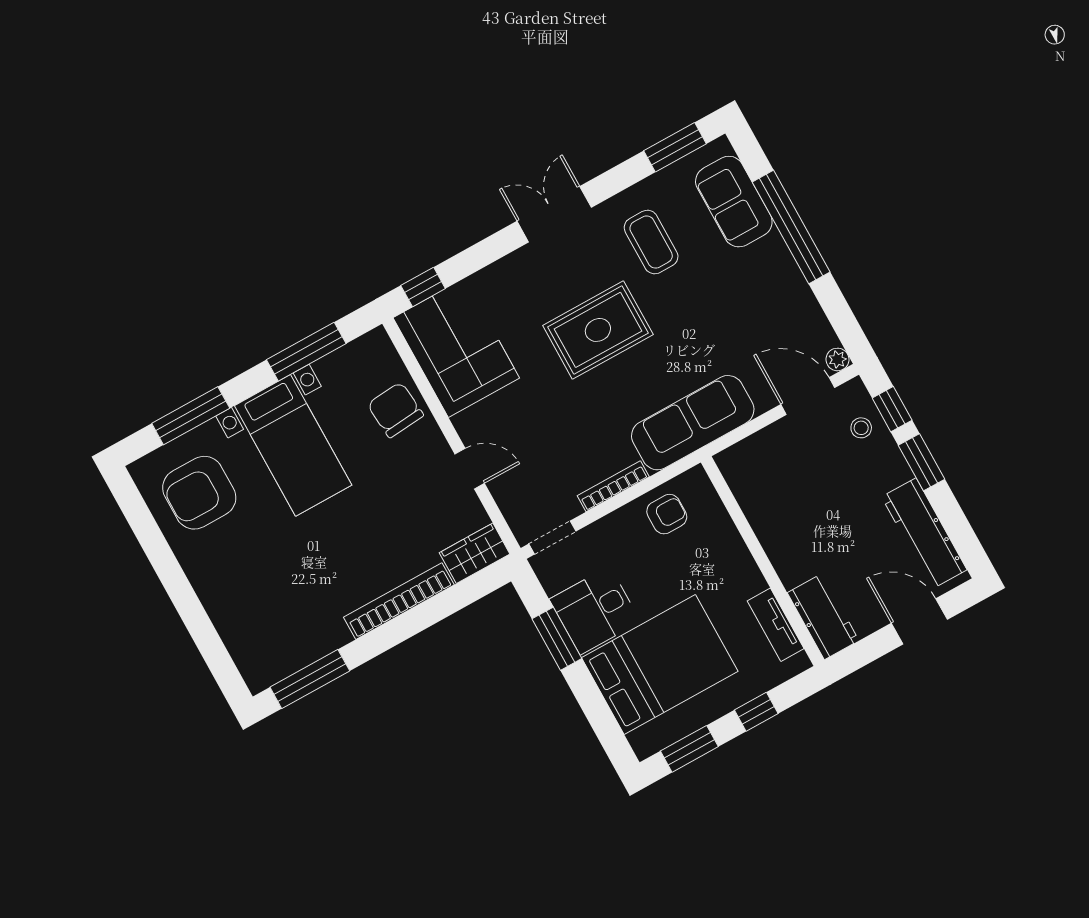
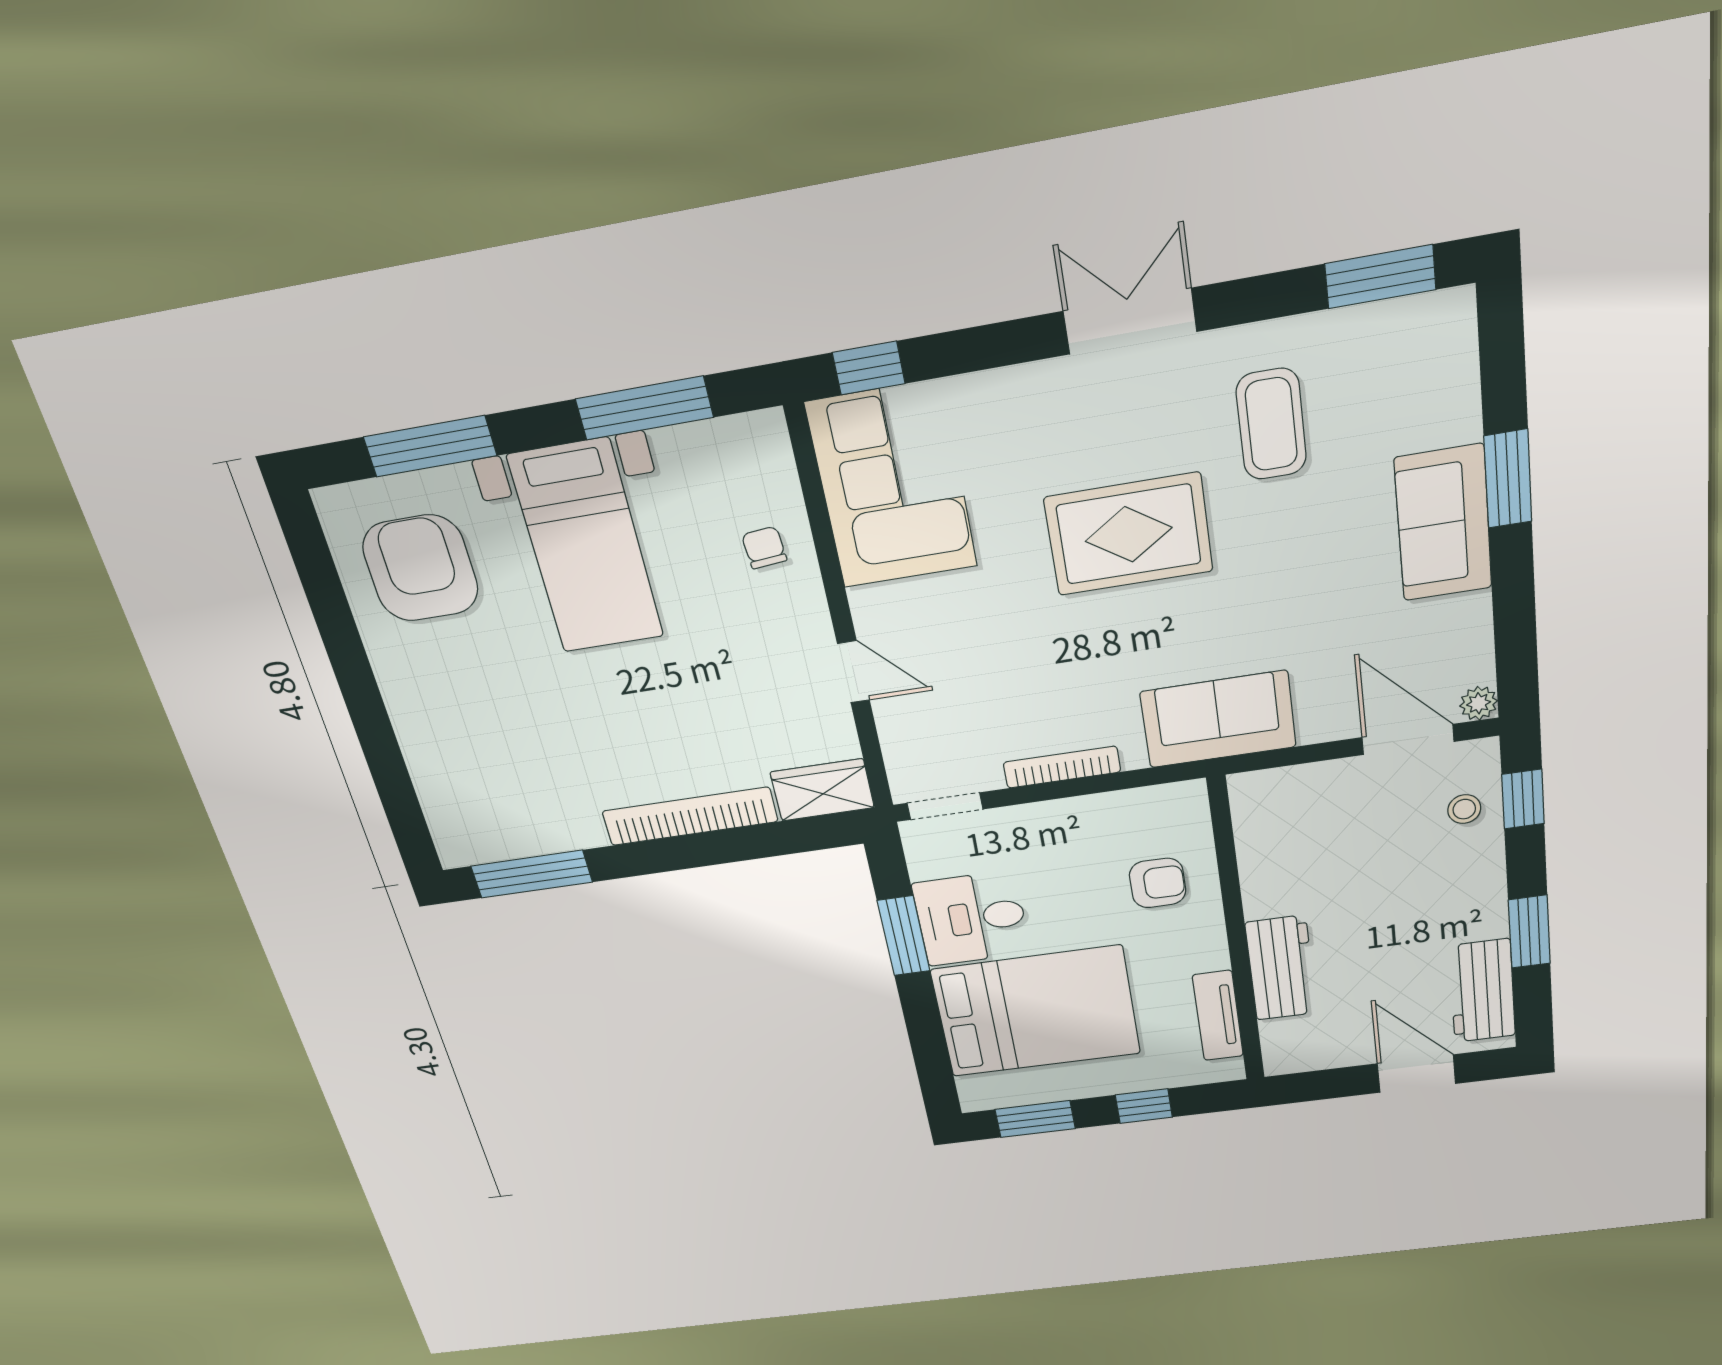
sofa: (734, 202) -> (1443, 523), moved
window: (791, 227) -> (1508, 479), width x0.47
chair: (395, 410) -> (764, 548), width x0.54, depth x0.54
sofa: (693, 423) -> (1218, 719), width x0.73
window: (922, 462) -> (1529, 932), moved
armchair: (199, 493) -> (420, 568), turned 90
armchair: (667, 514) -> (1158, 883), moved
workbench: (924, 533) -> (1482, 991), width x0.73
workbench: (823, 617) -> (1281, 968), moved

